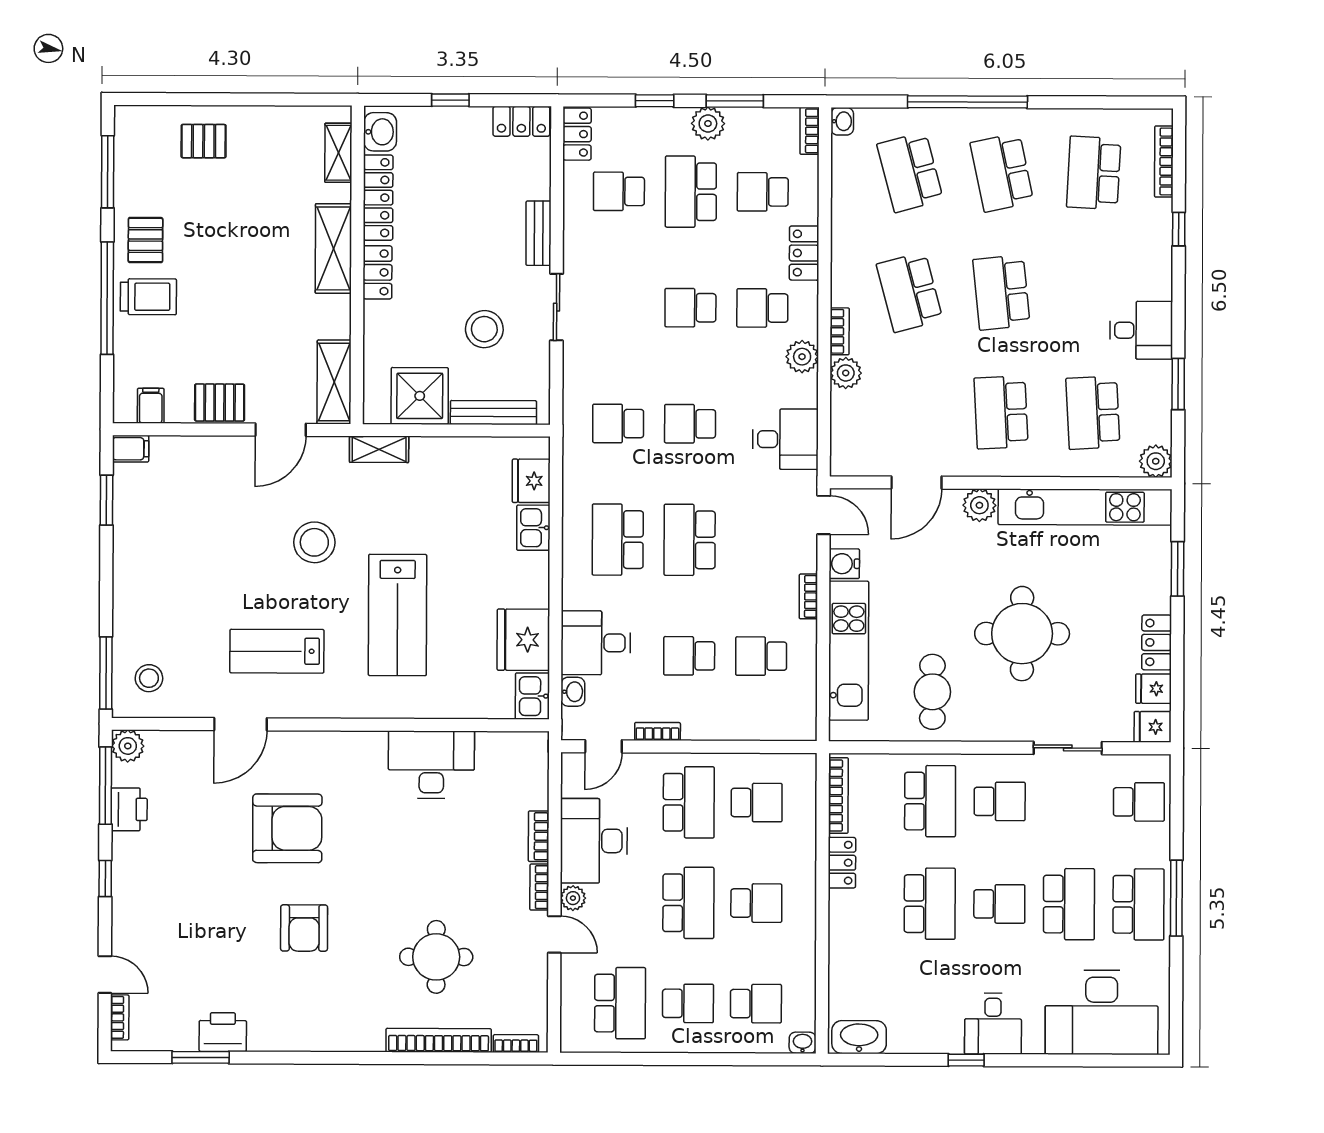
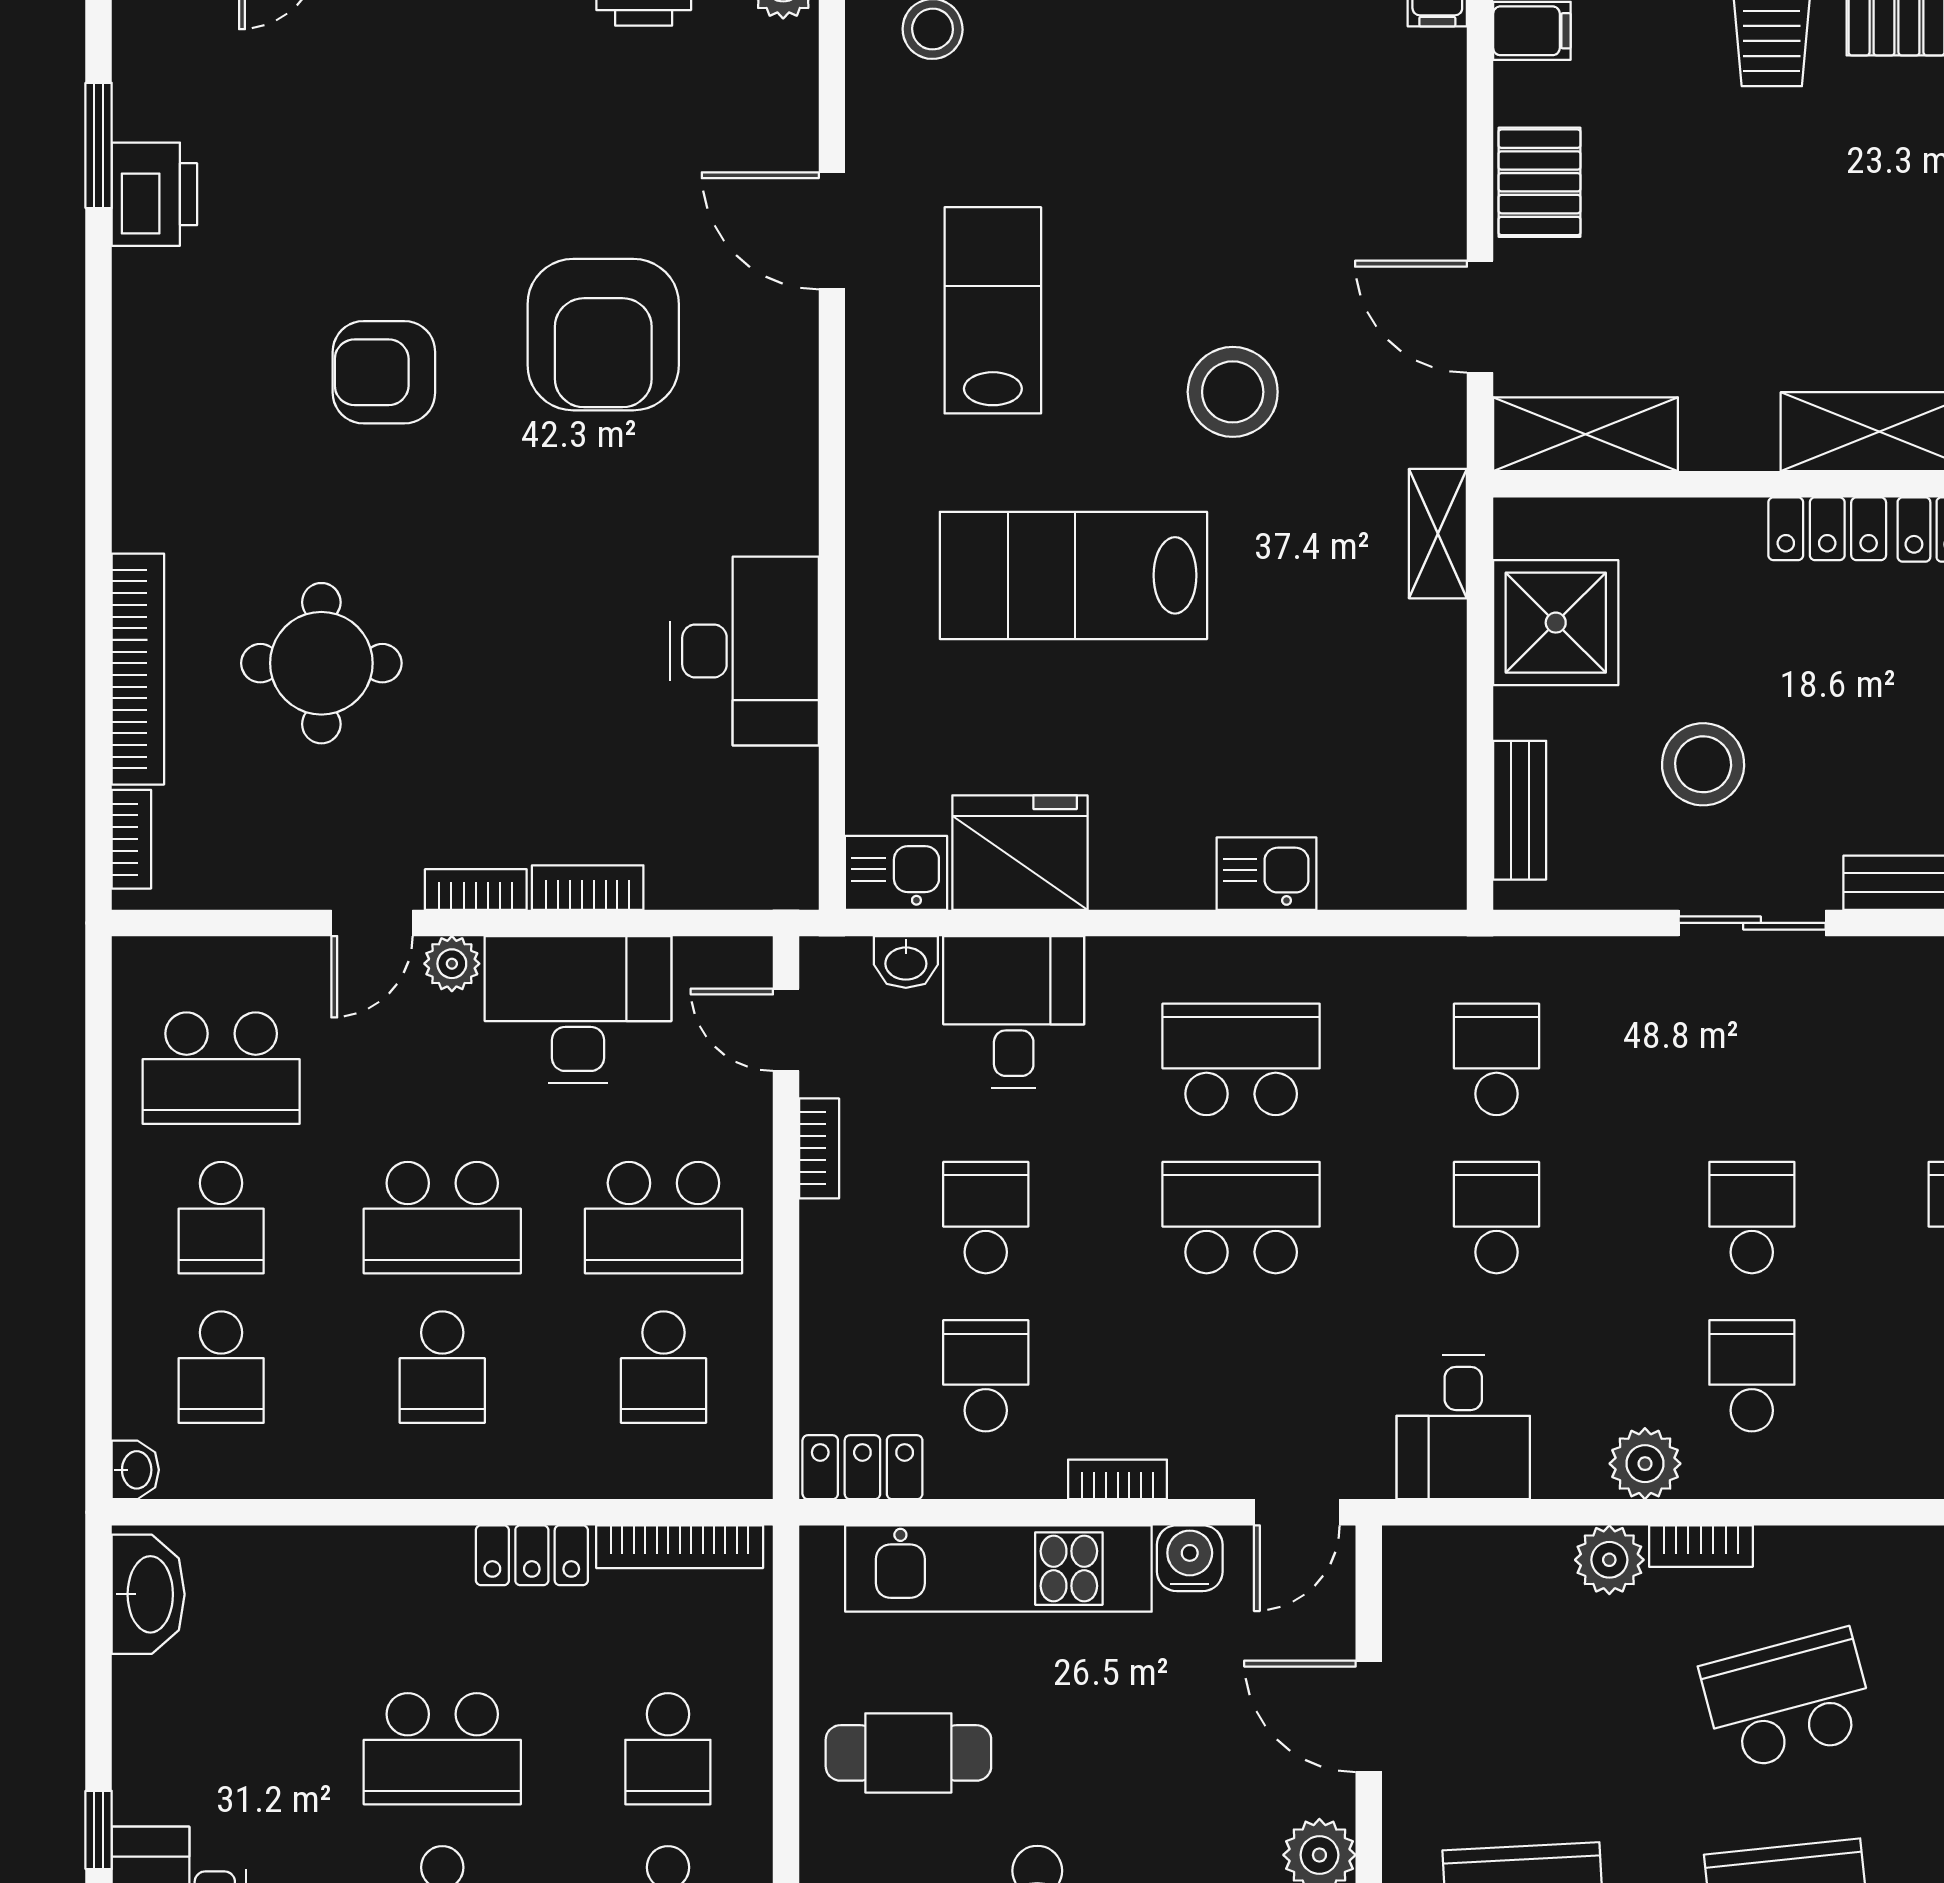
locker: (804, 253) -> (862, 1467), moved
bench: (493, 413) -> (1520, 810), width x0.73
fridge: (531, 481) -> (1370, 869), removed
school desk: (930, 801) -> (668, 1749), width x0.54

